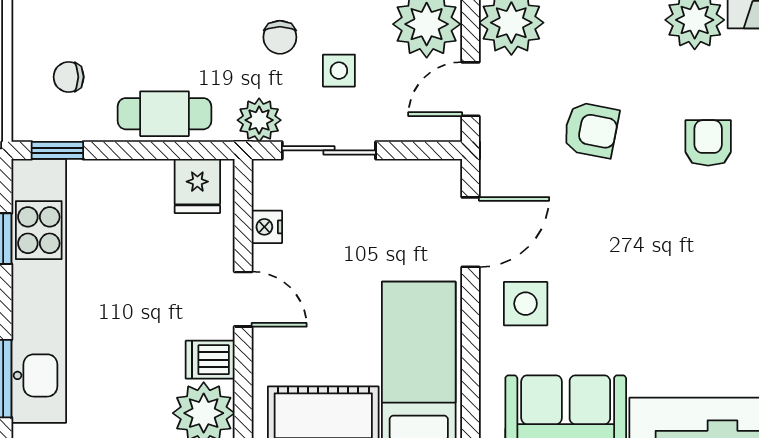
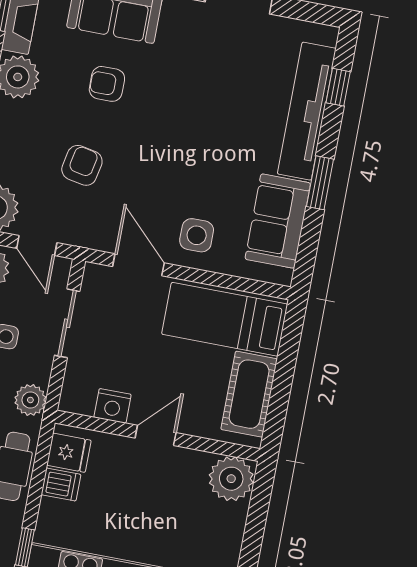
sliding door: (329, 150) -> (67, 323), moved
nightstand: (267, 227) -> (113, 406), width x1.39, depth x1.35
dishwasher: (210, 360) -> (61, 484), moved, turned -90

